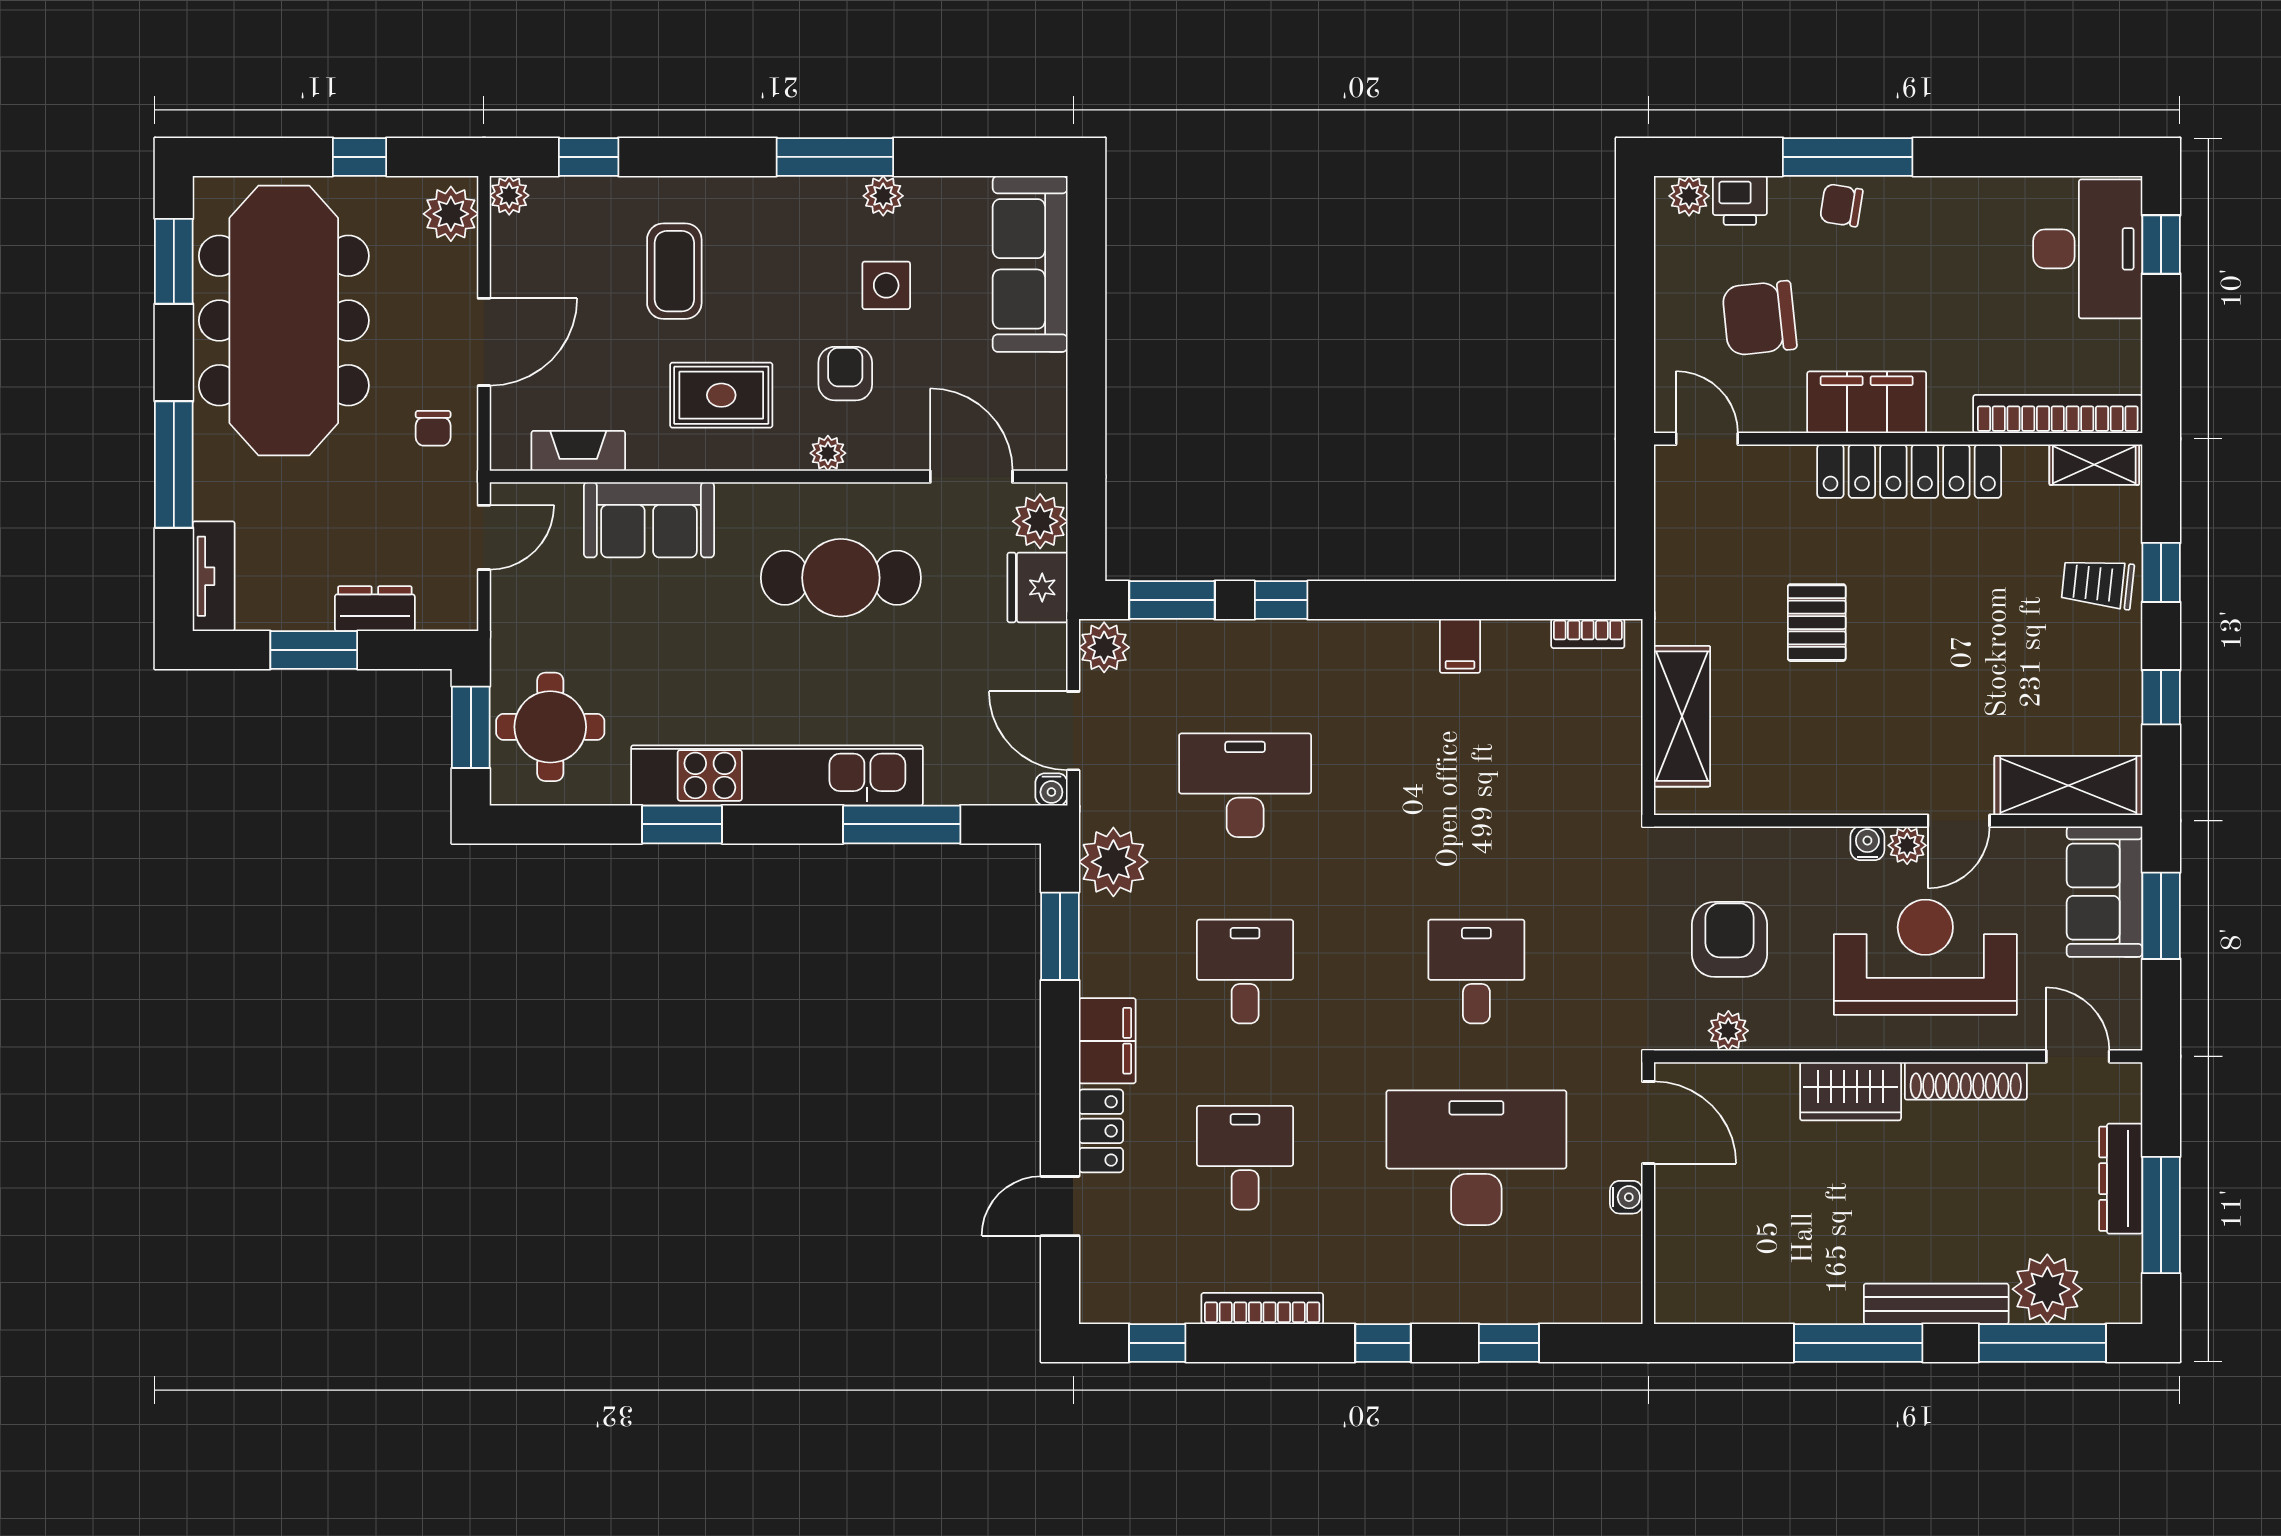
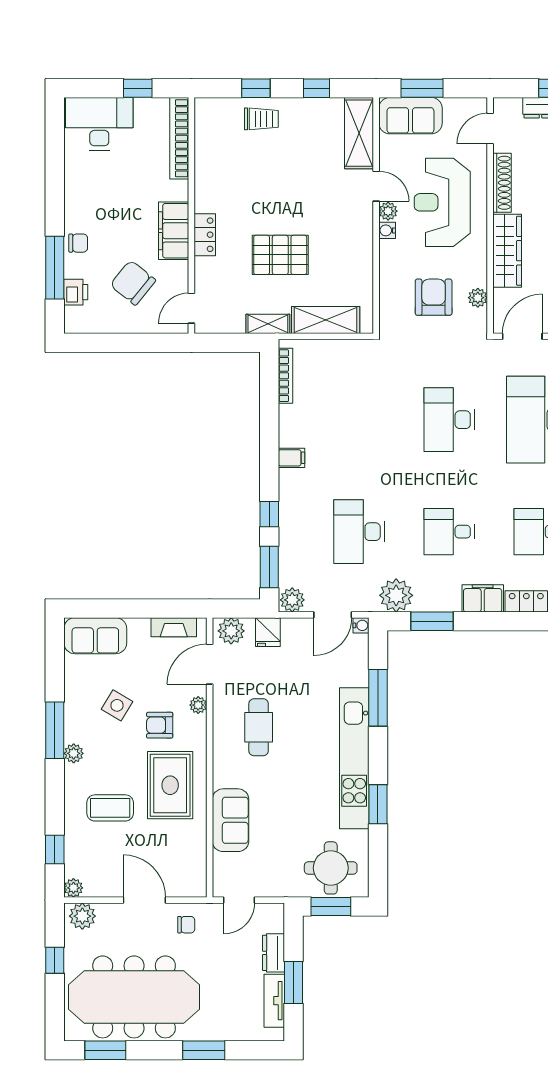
window: (1848, 157) -> (55, 268), moved
plant: (883, 196) -> (74, 753), moved
plant: (1689, 196) -> (74, 317), removed
chair: (1841, 205) -> (78, 243), turned -99
window: (2161, 244) -> (138, 88), moved
sofa: (1030, 264) -> (95, 636), width x0.73
side table: (886, 285) -> (117, 705), turned 31
chair: (1759, 318) -> (133, 283), turned 135
rug: (721, 395) -> (170, 785), width x1.36, depth x1.43
fireplace: (578, 451) -> (174, 627), moved, turned -90
plant: (828, 453) -> (198, 705), moved
window: (174, 465) -> (204, 1050), width x0.69
shelving: (2094, 465) -> (268, 324), moved, turned 90
locker: (1909, 471) -> (205, 235), width x0.46, depth x0.83
door: (484, 537) -> (239, 900), swing flipped
tv unit: (214, 576) -> (274, 1001), moved, turned -90
cafe table: (841, 578) -> (259, 727), width x0.73, depth x0.74
trolley: (2098, 584) -> (261, 119), turned -96
fridge: (1037, 587) -> (268, 632), width x0.72
pallet: (1817, 623) -> (280, 255), width x1.50, depth x1.42
bookcase: (1588, 634) -> (286, 376), width x1.56
filing cabinet: (1460, 646) -> (292, 458), moved
armchair: (1730, 939) -> (434, 297), turned 90
desk: (1476, 972) -> (449, 420), width x1.37
wardrobe: (1851, 1091) -> (507, 251), width x1.50

